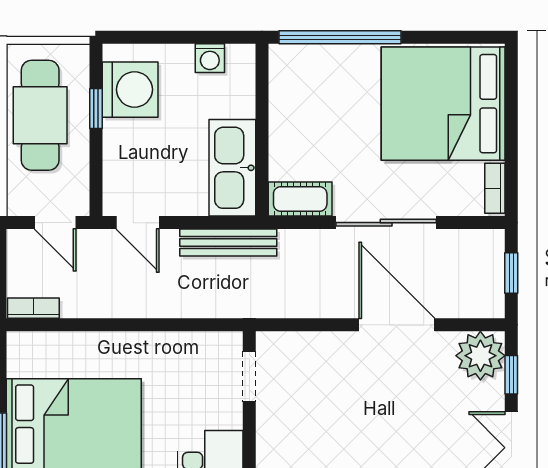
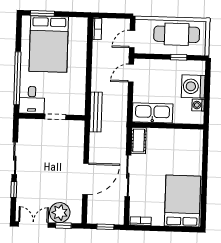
window: (340, 37) -> (205, 159), removed
washing machine: (130, 90) -> (193, 86), moved, turned 90
bed: (443, 104) -> (182, 201), width x0.73
bench: (228, 243) -> (96, 112), moved
plant: (480, 356) -> (60, 213), moved
doorway: (249, 376) -> (55, 117), moved

